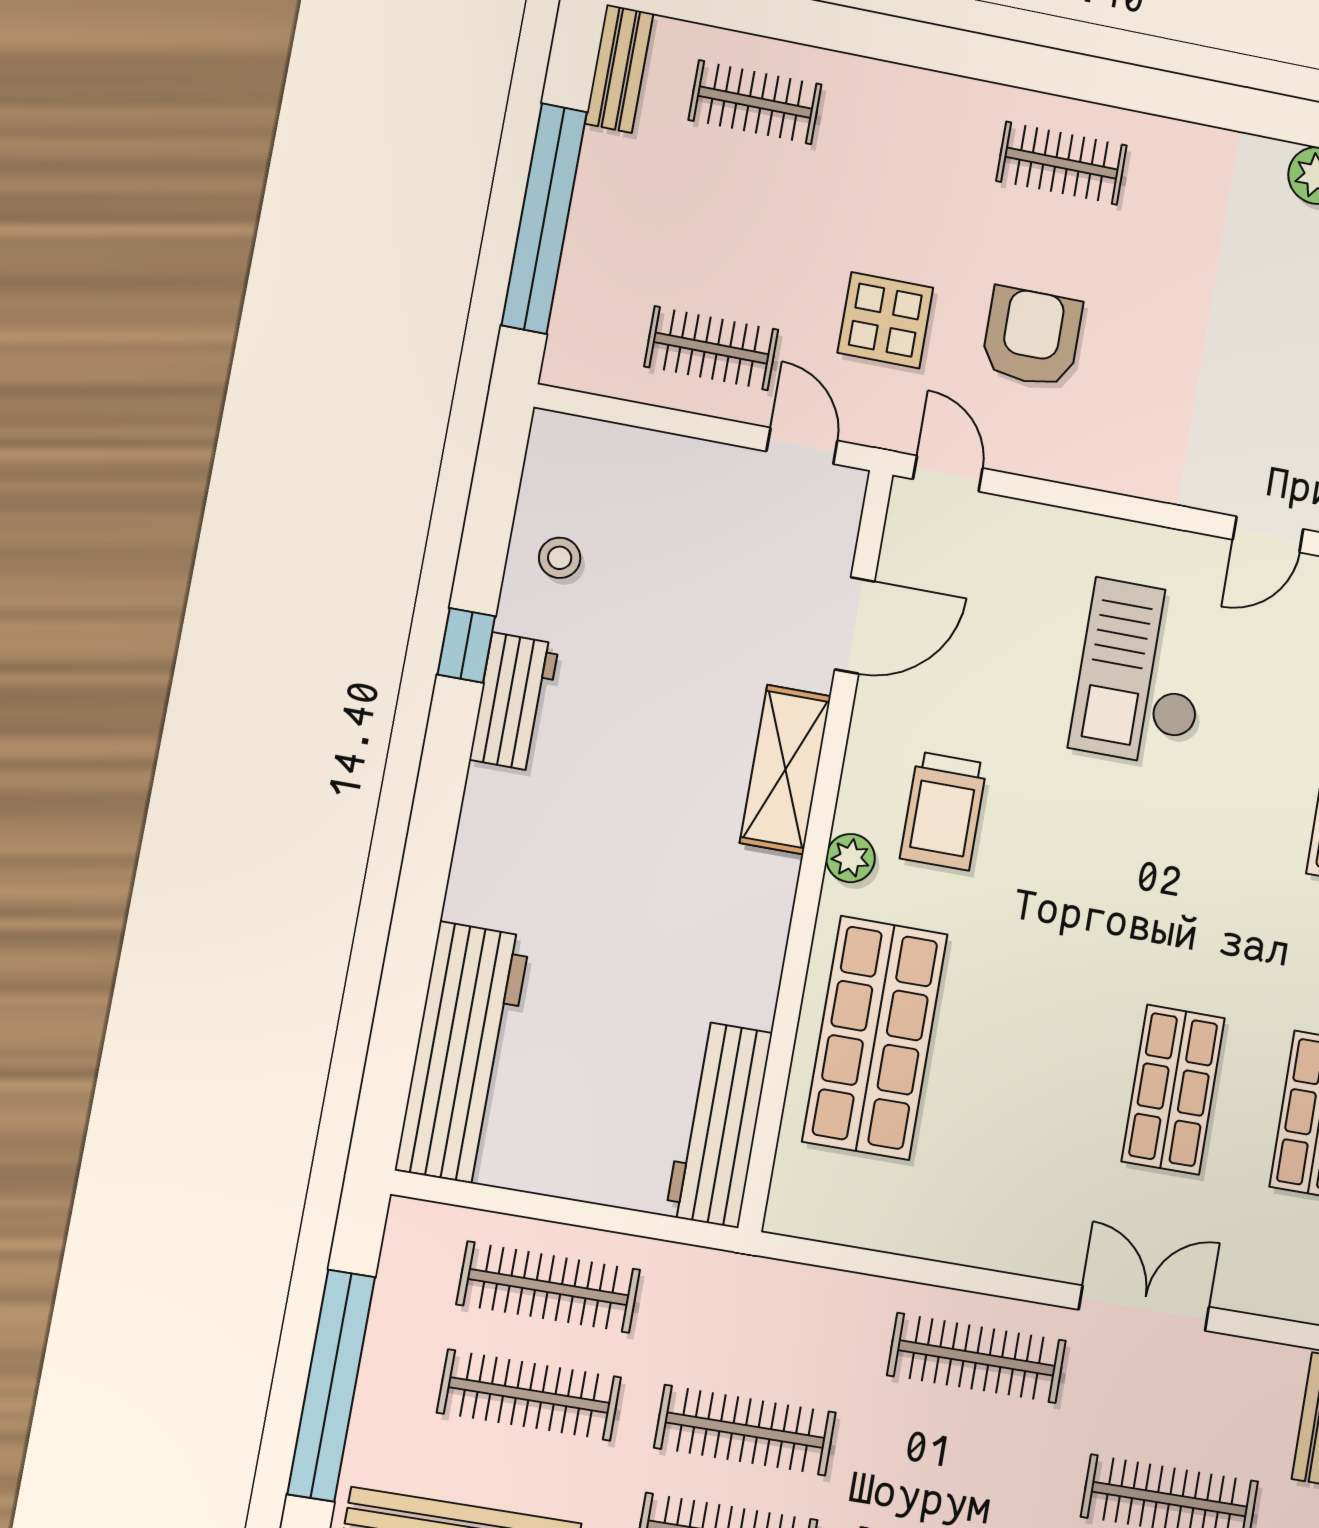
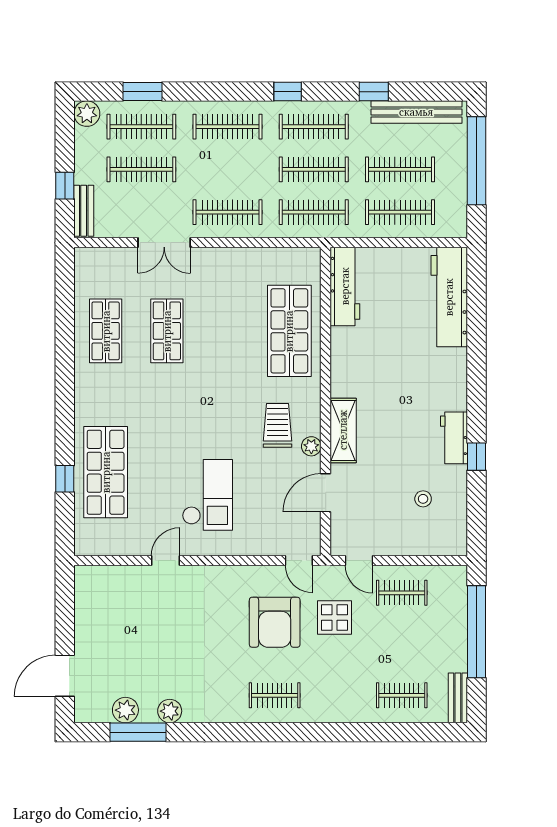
armchair: (1032, 337) -> (275, 622), width x1.36, depth x1.36
stool: (560, 558) -> (423, 499), moved
plant: (850, 858) -> (311, 446), moved
clothes rail: (764, 1323) -> (314, 212), added

